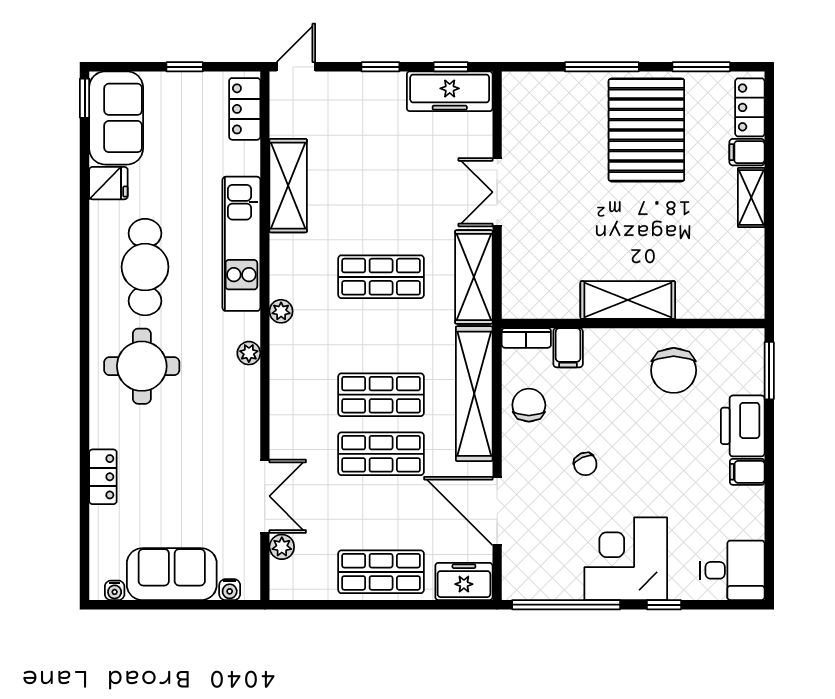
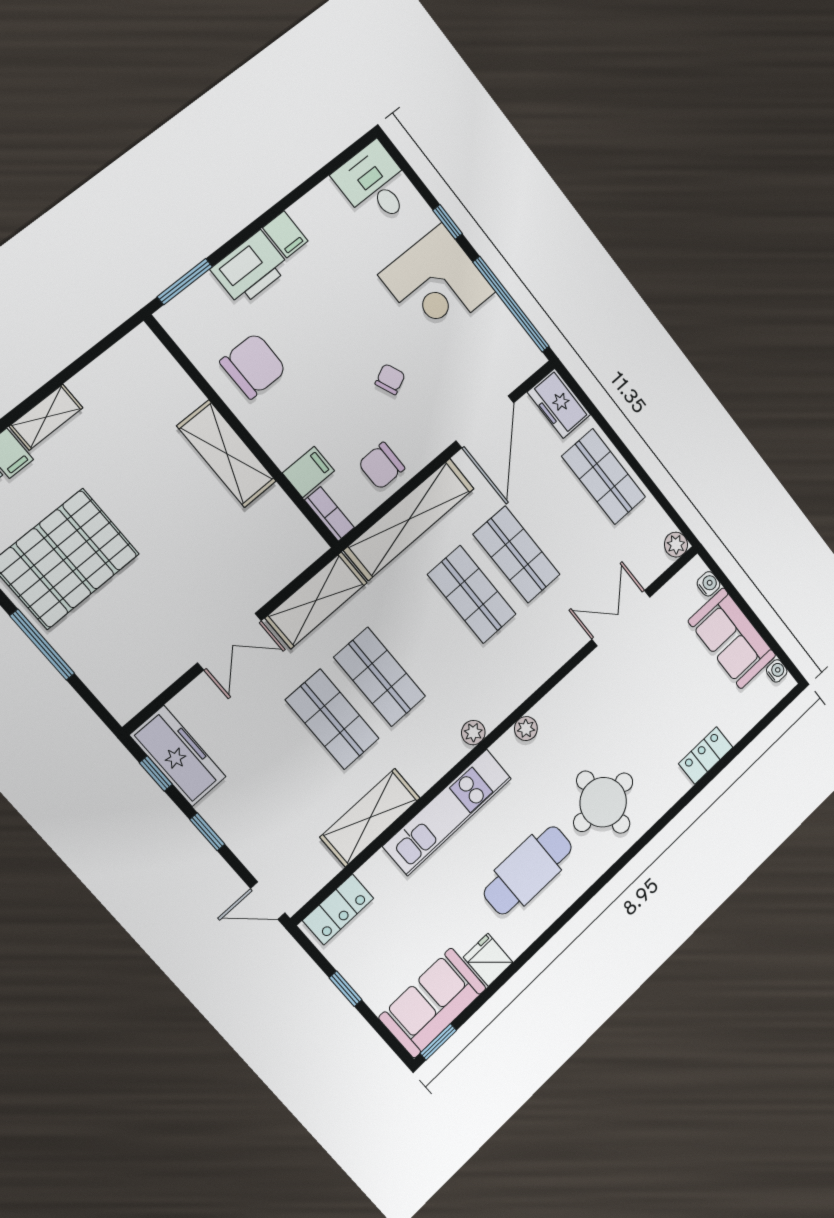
shop shelf: (381, 218) -> (332, 719), added
plant: (282, 547) -> (676, 545), moved

